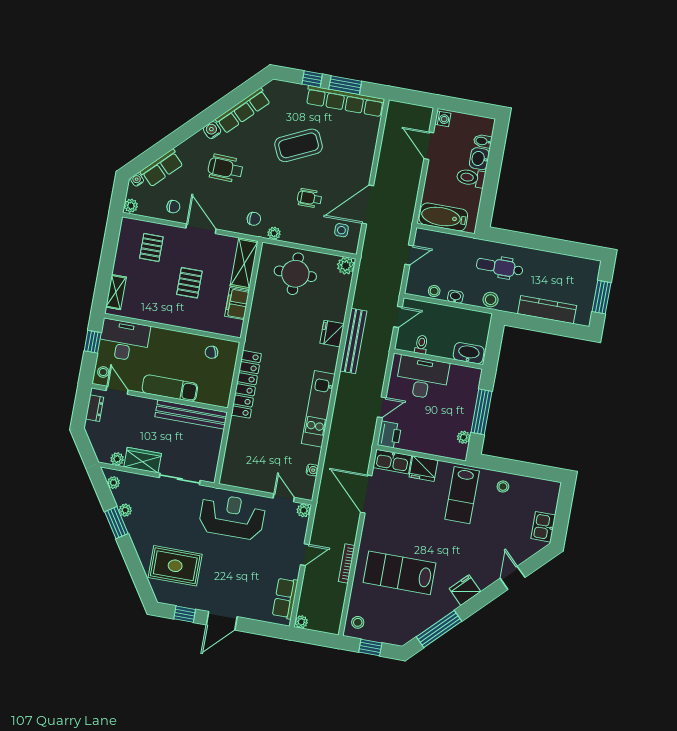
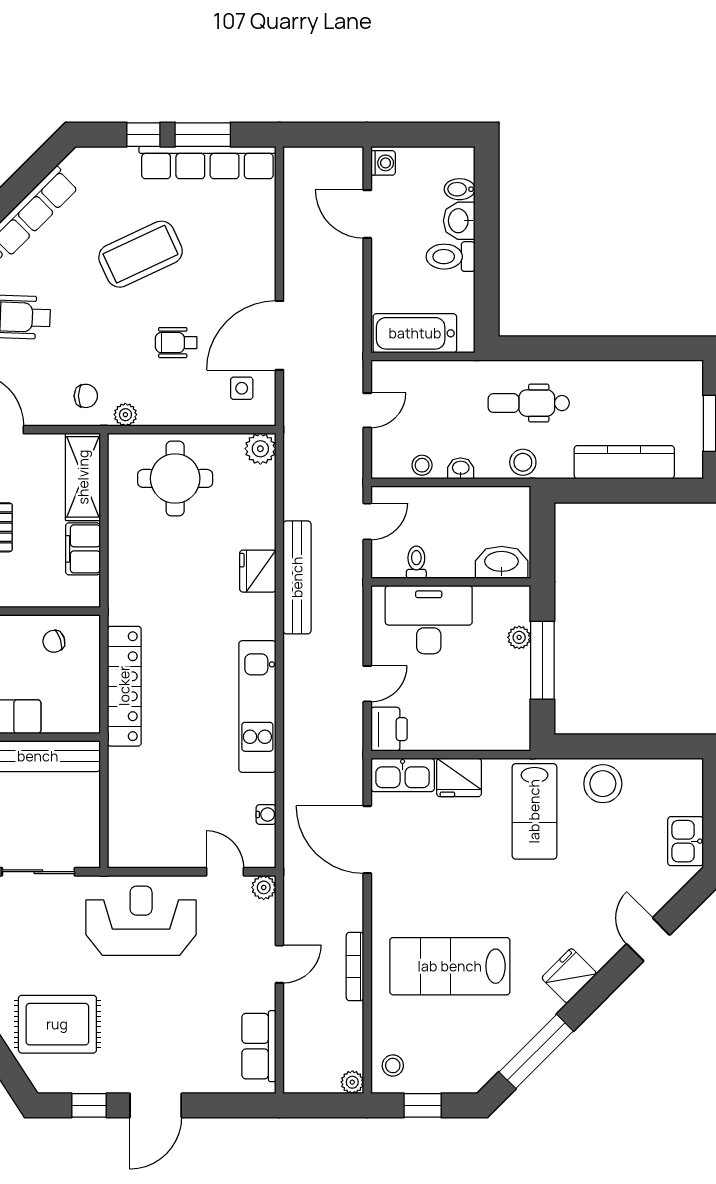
plant: (464, 437) -> (519, 637), moved
stool: (503, 487) -> (603, 784), width x1.89, depth x1.89
plant: (301, 622) -> (352, 1082), moved

